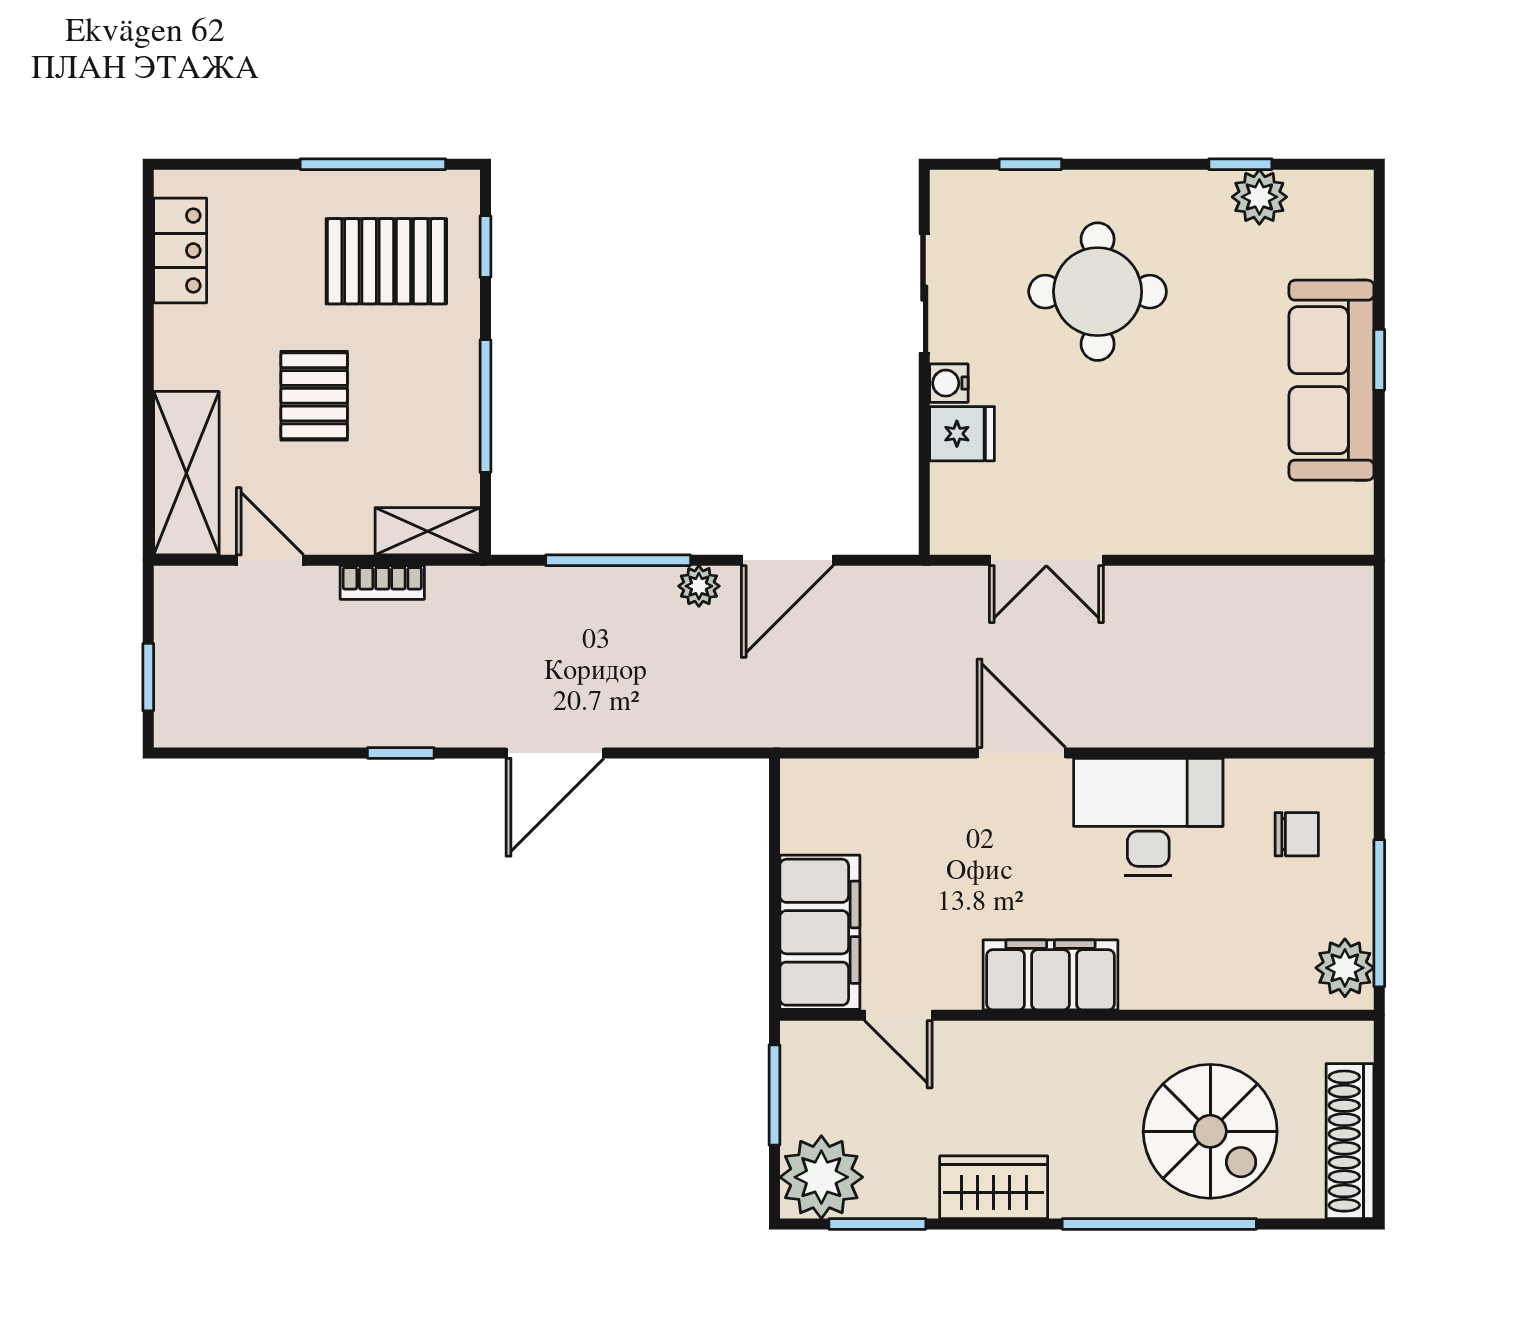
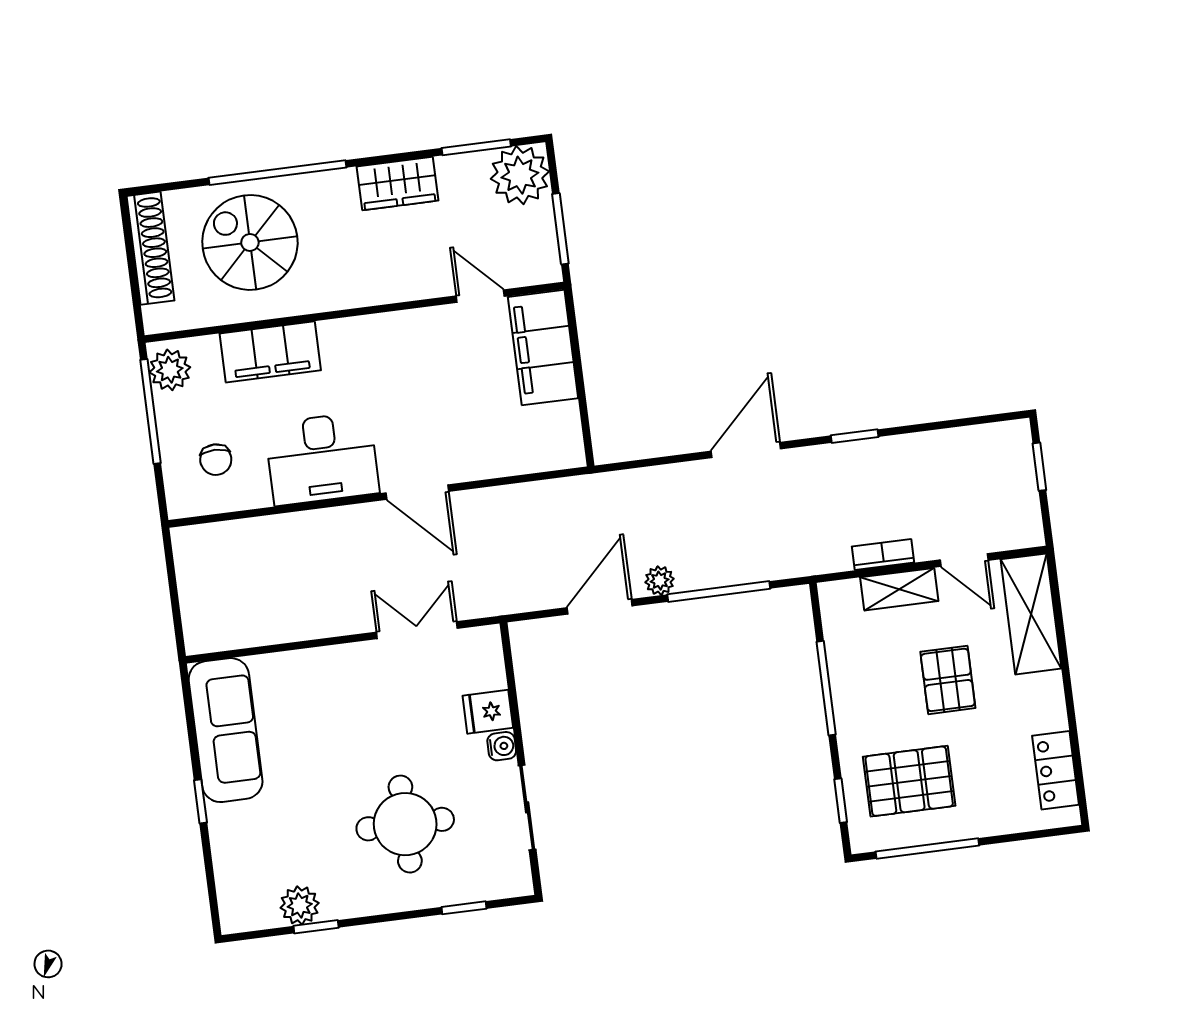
sofa: (1331, 380) -> (226, 730), moved
shelving: (428, 531) -> (899, 589), moved
chair: (1297, 834) -> (216, 460), turned -90
filing cabinet: (1050, 975) -> (270, 352), moved

